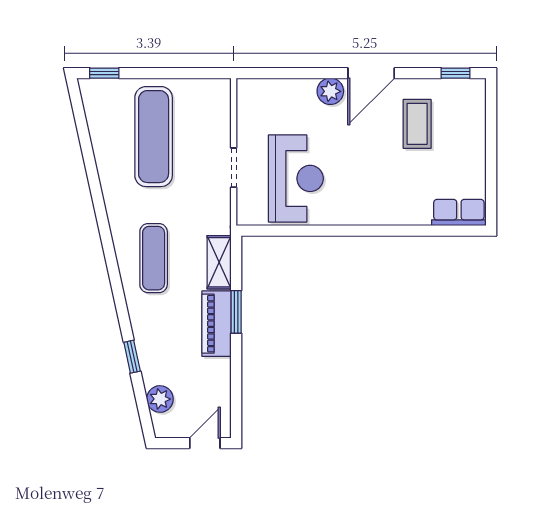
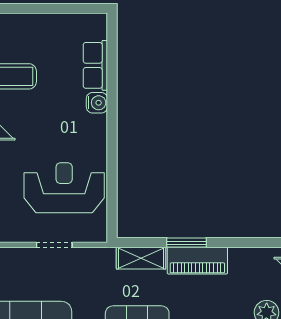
row of seats: (459, 213) -> (95, 65), moved
water cooler: (388, 214) -> (97, 103), added

